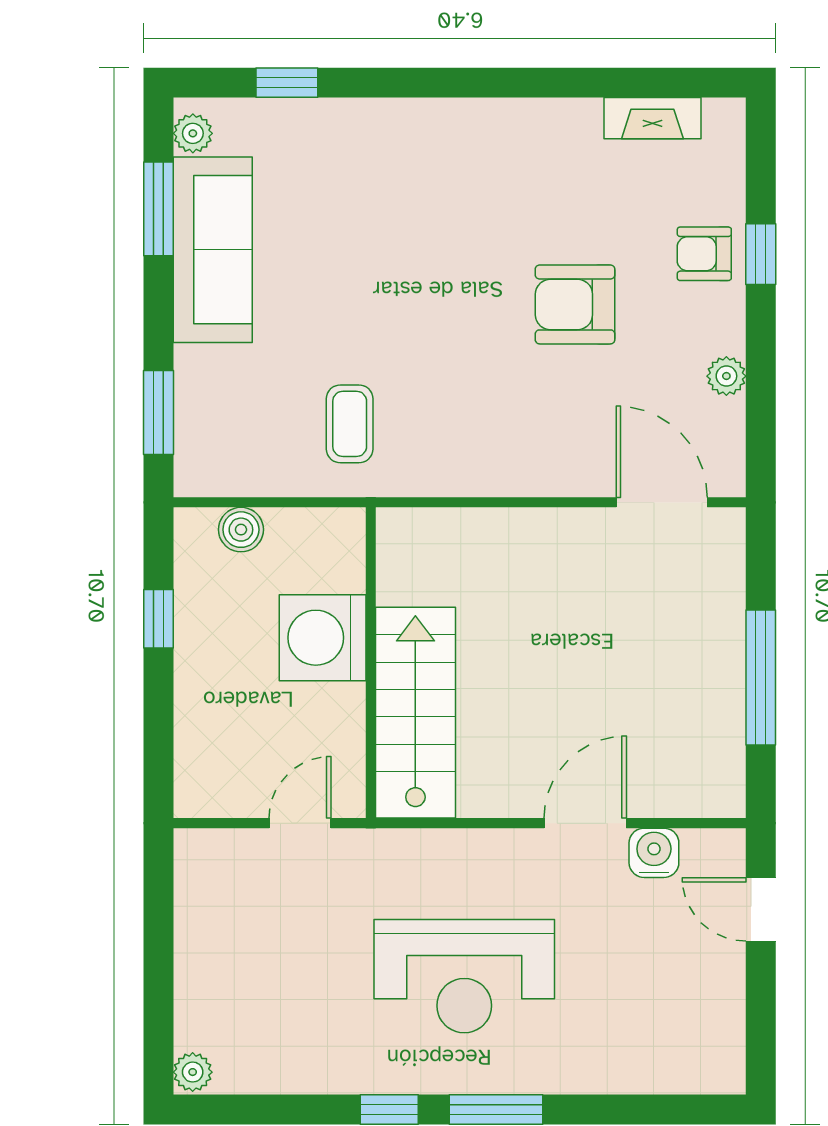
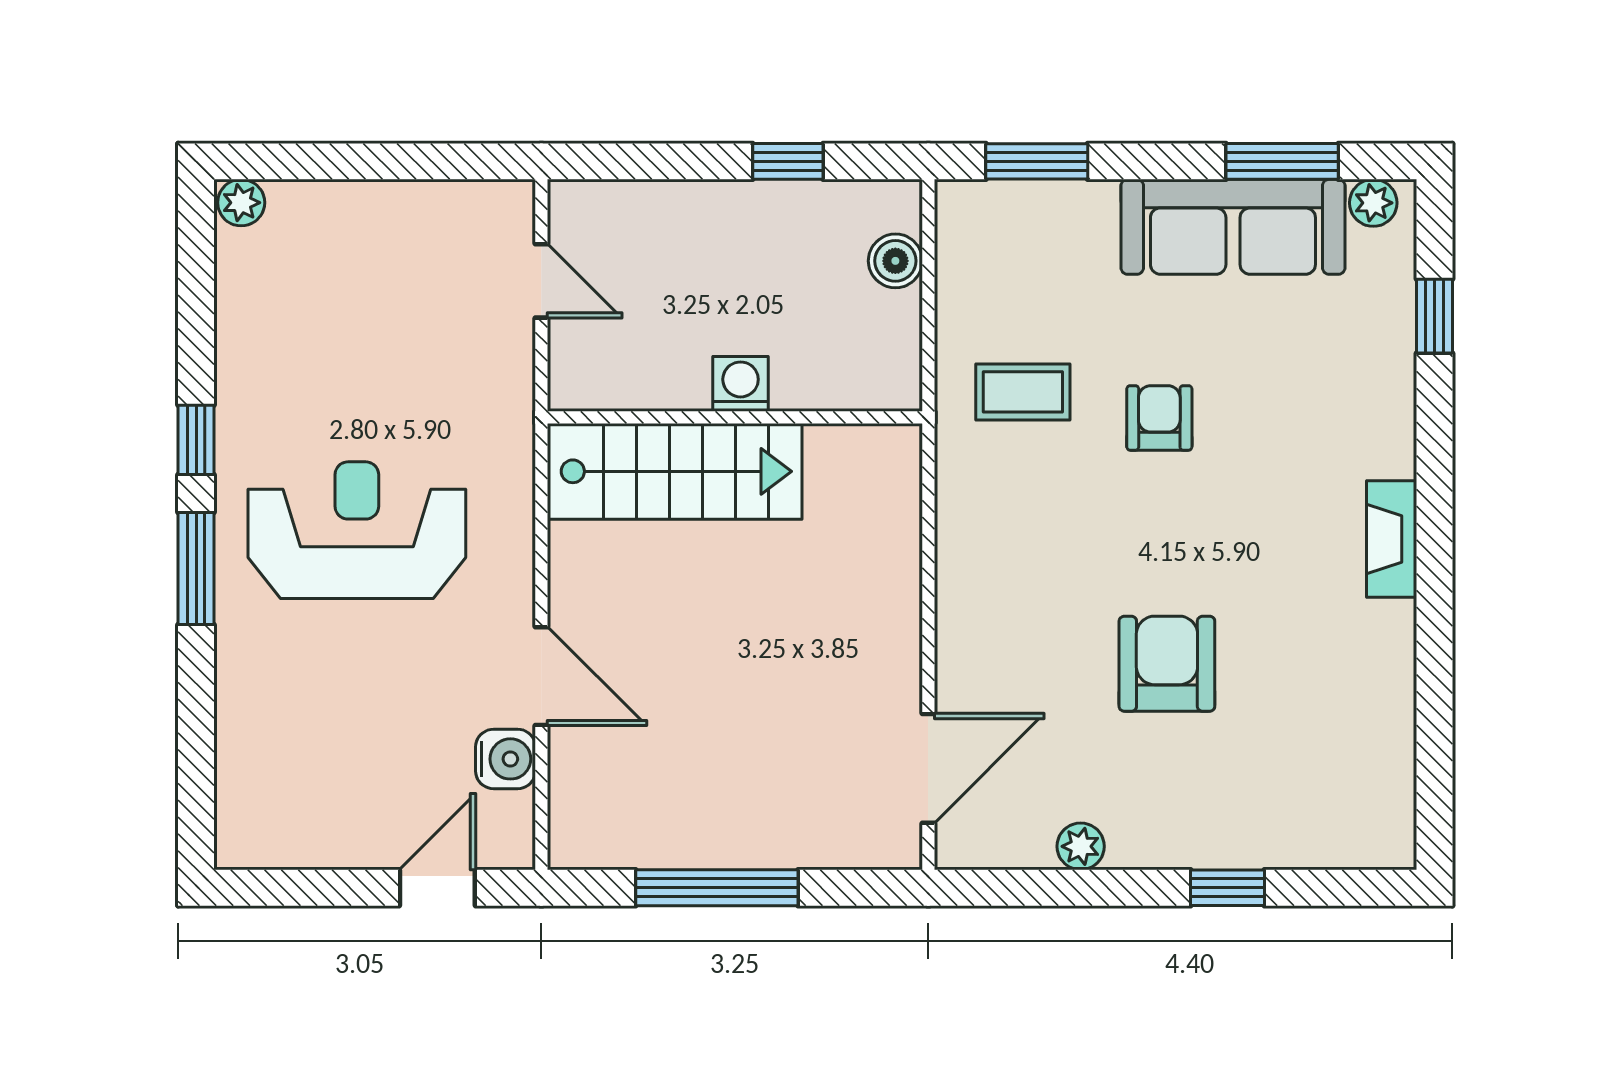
fireplace: (652, 118) -> (1392, 539), moved
armchair: (704, 254) -> (1159, 418), moved
washing machine: (323, 638) -> (741, 384), width x0.53, depth x0.53
door: (300, 823) -> (541, 281), moved
reception desk: (464, 976) -> (357, 530), turned 90

